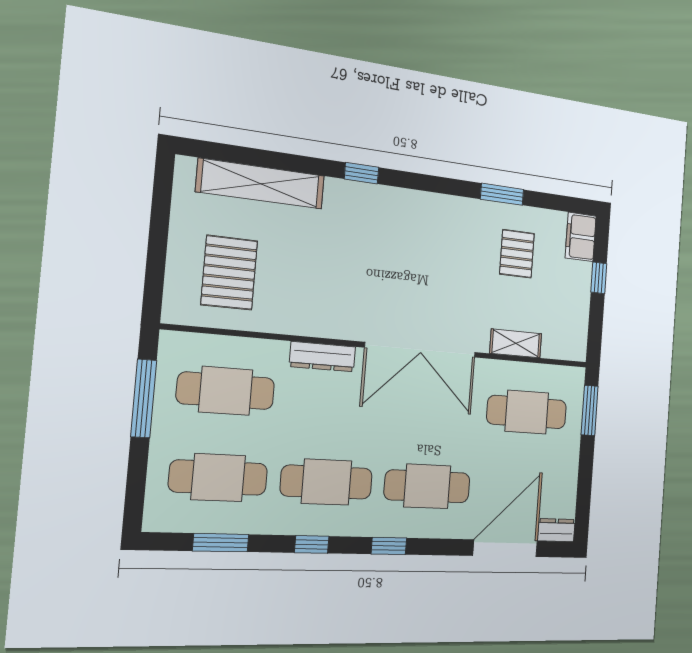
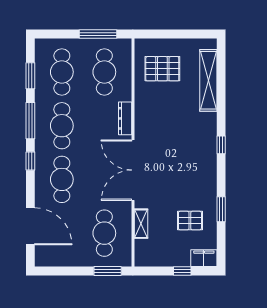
window: (361, 173) -> (221, 145), moved
dresser: (556, 530) -> (41, 256), removed
window: (312, 544) -> (30, 121), width x2.17

